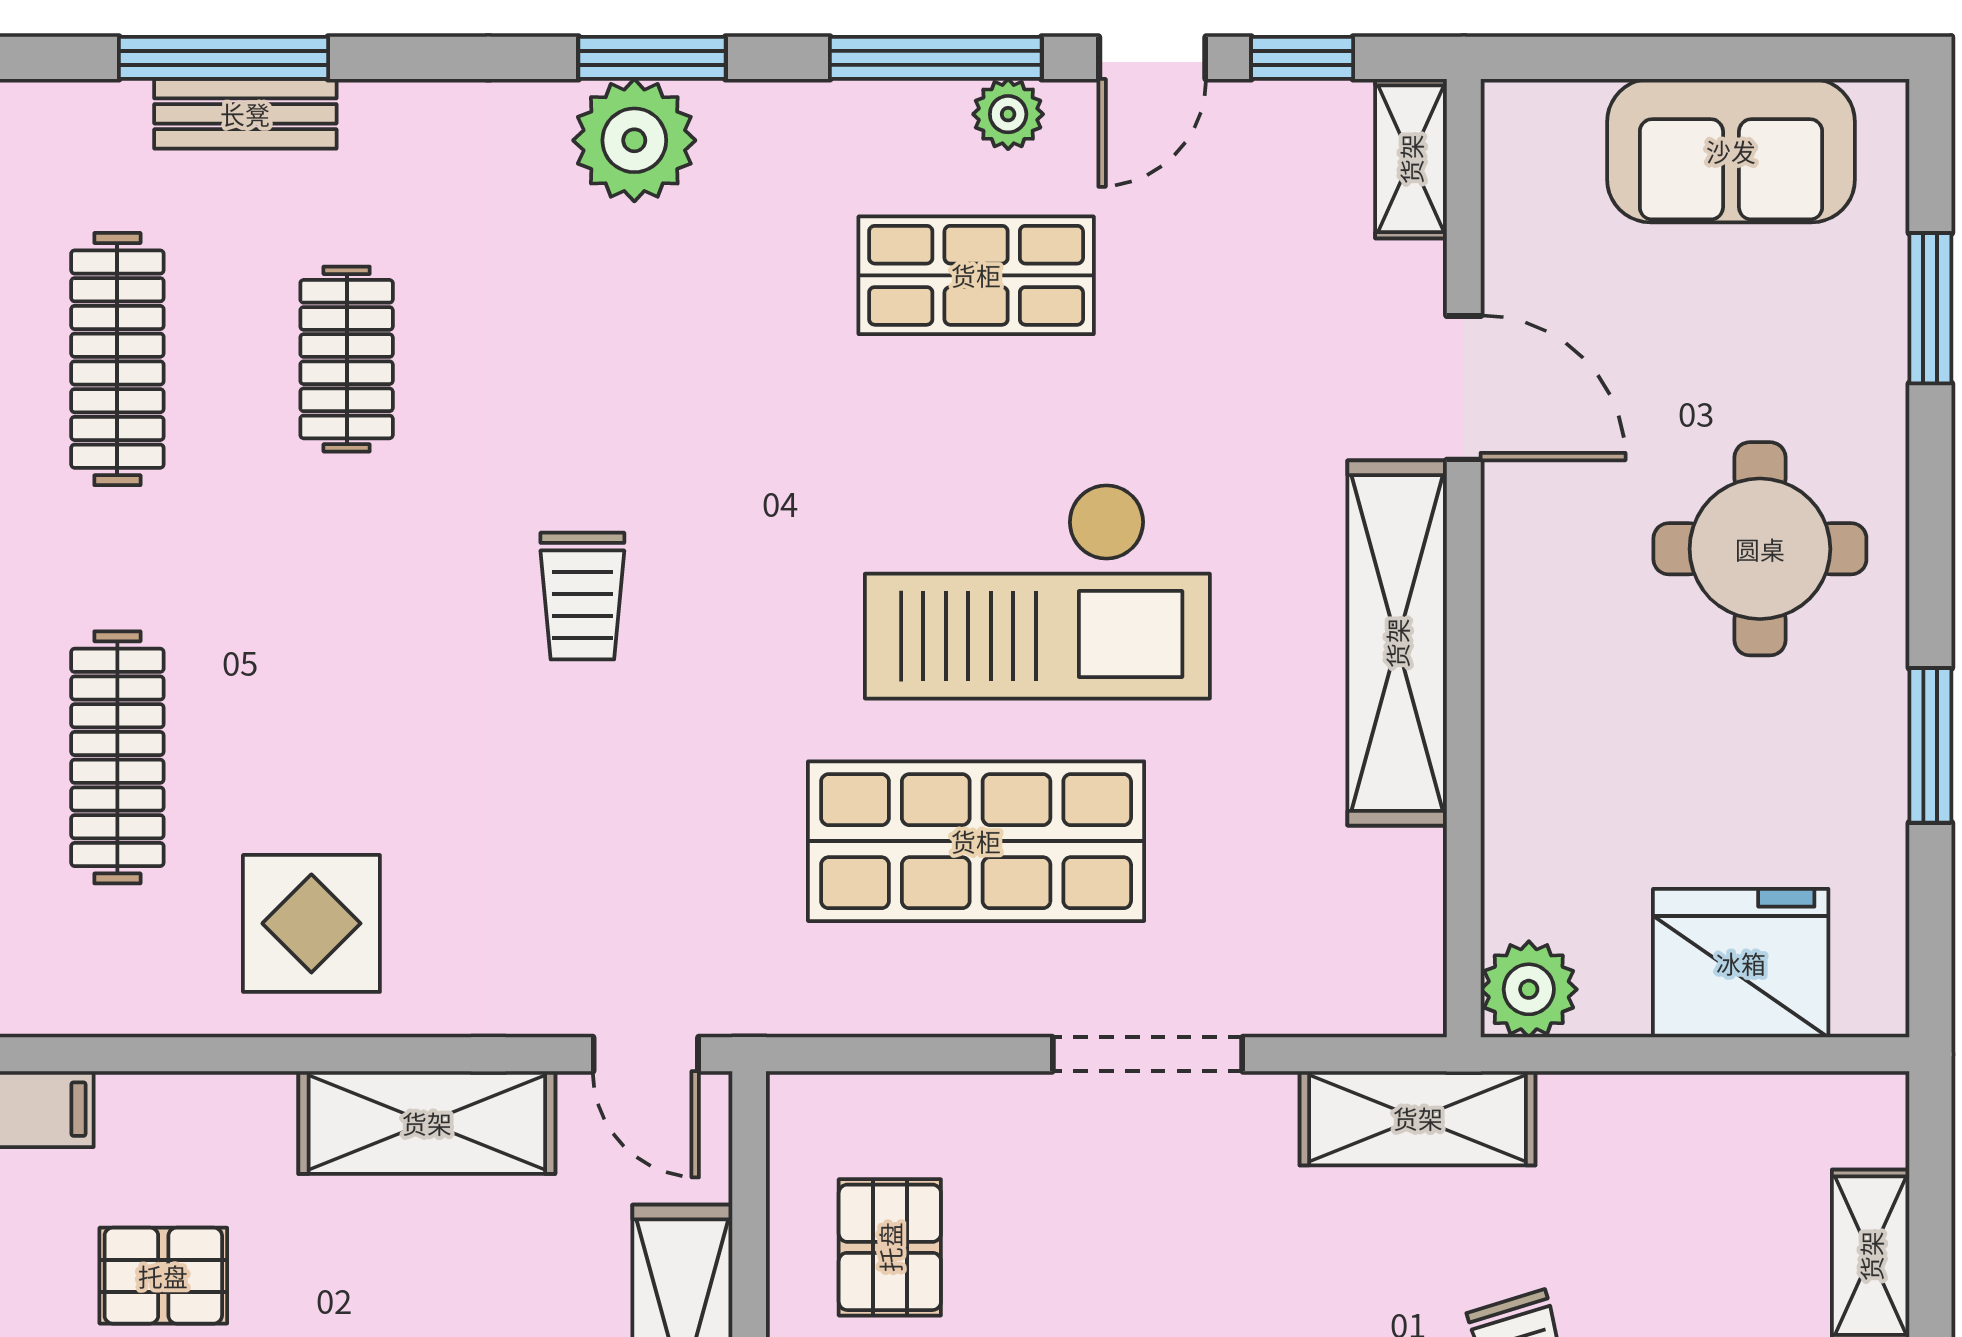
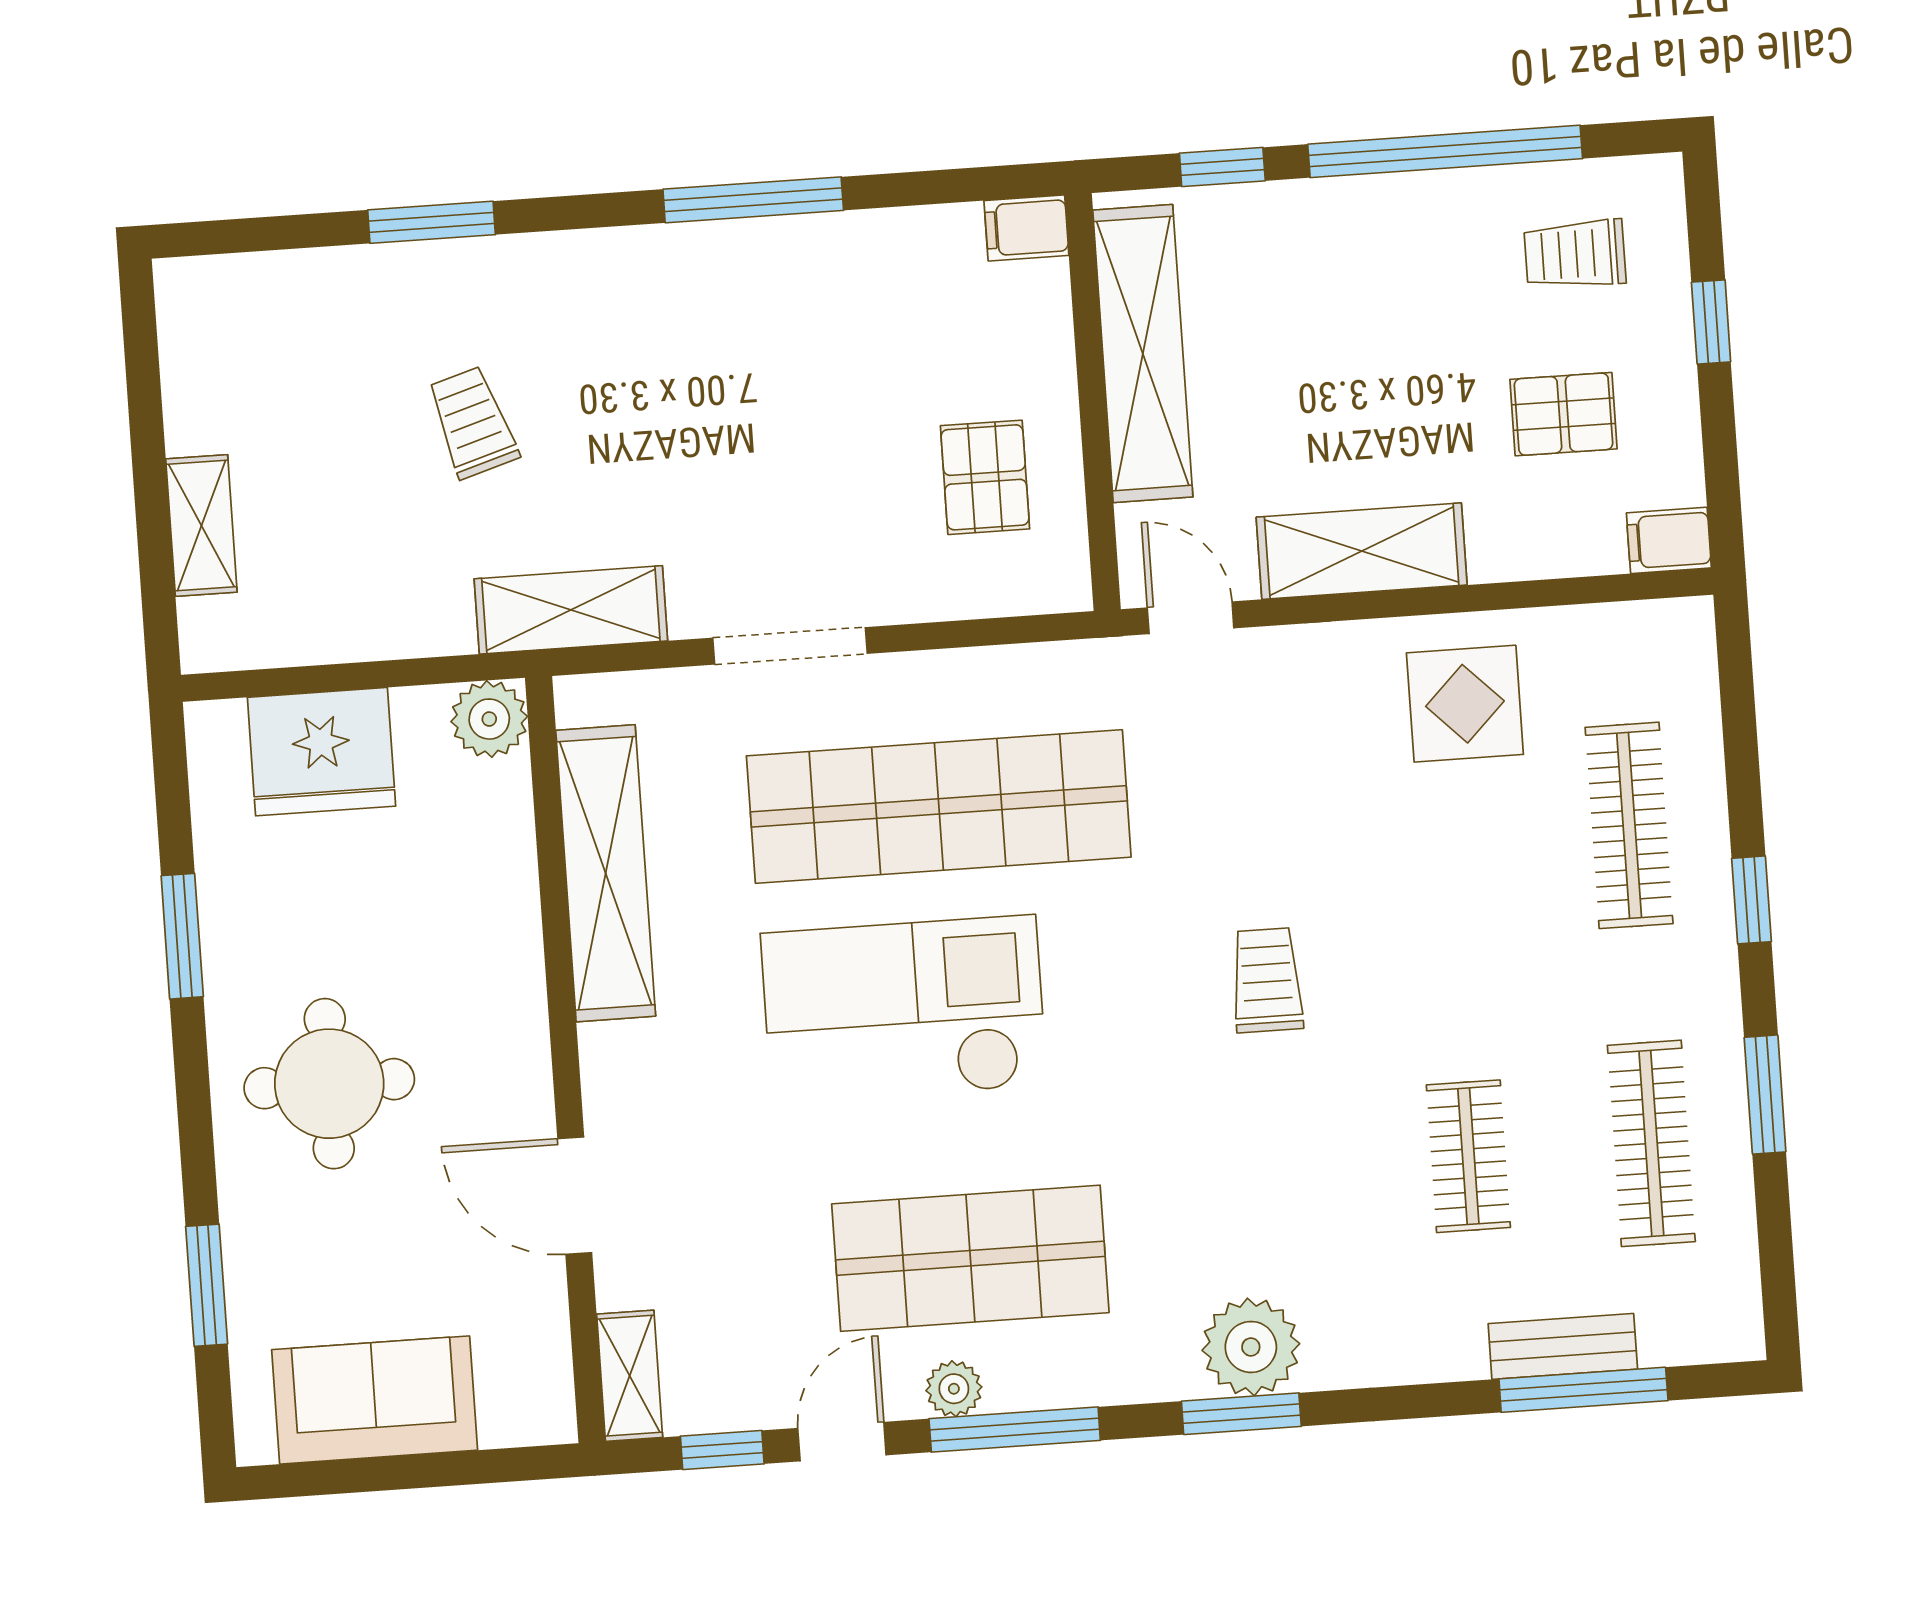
shop shelf: (976, 275) -> (970, 1258), width x1.43, depth x1.36
shelving: (1397, 643) -> (606, 873), moved
shop shelf: (976, 841) -> (939, 806), width x1.40

